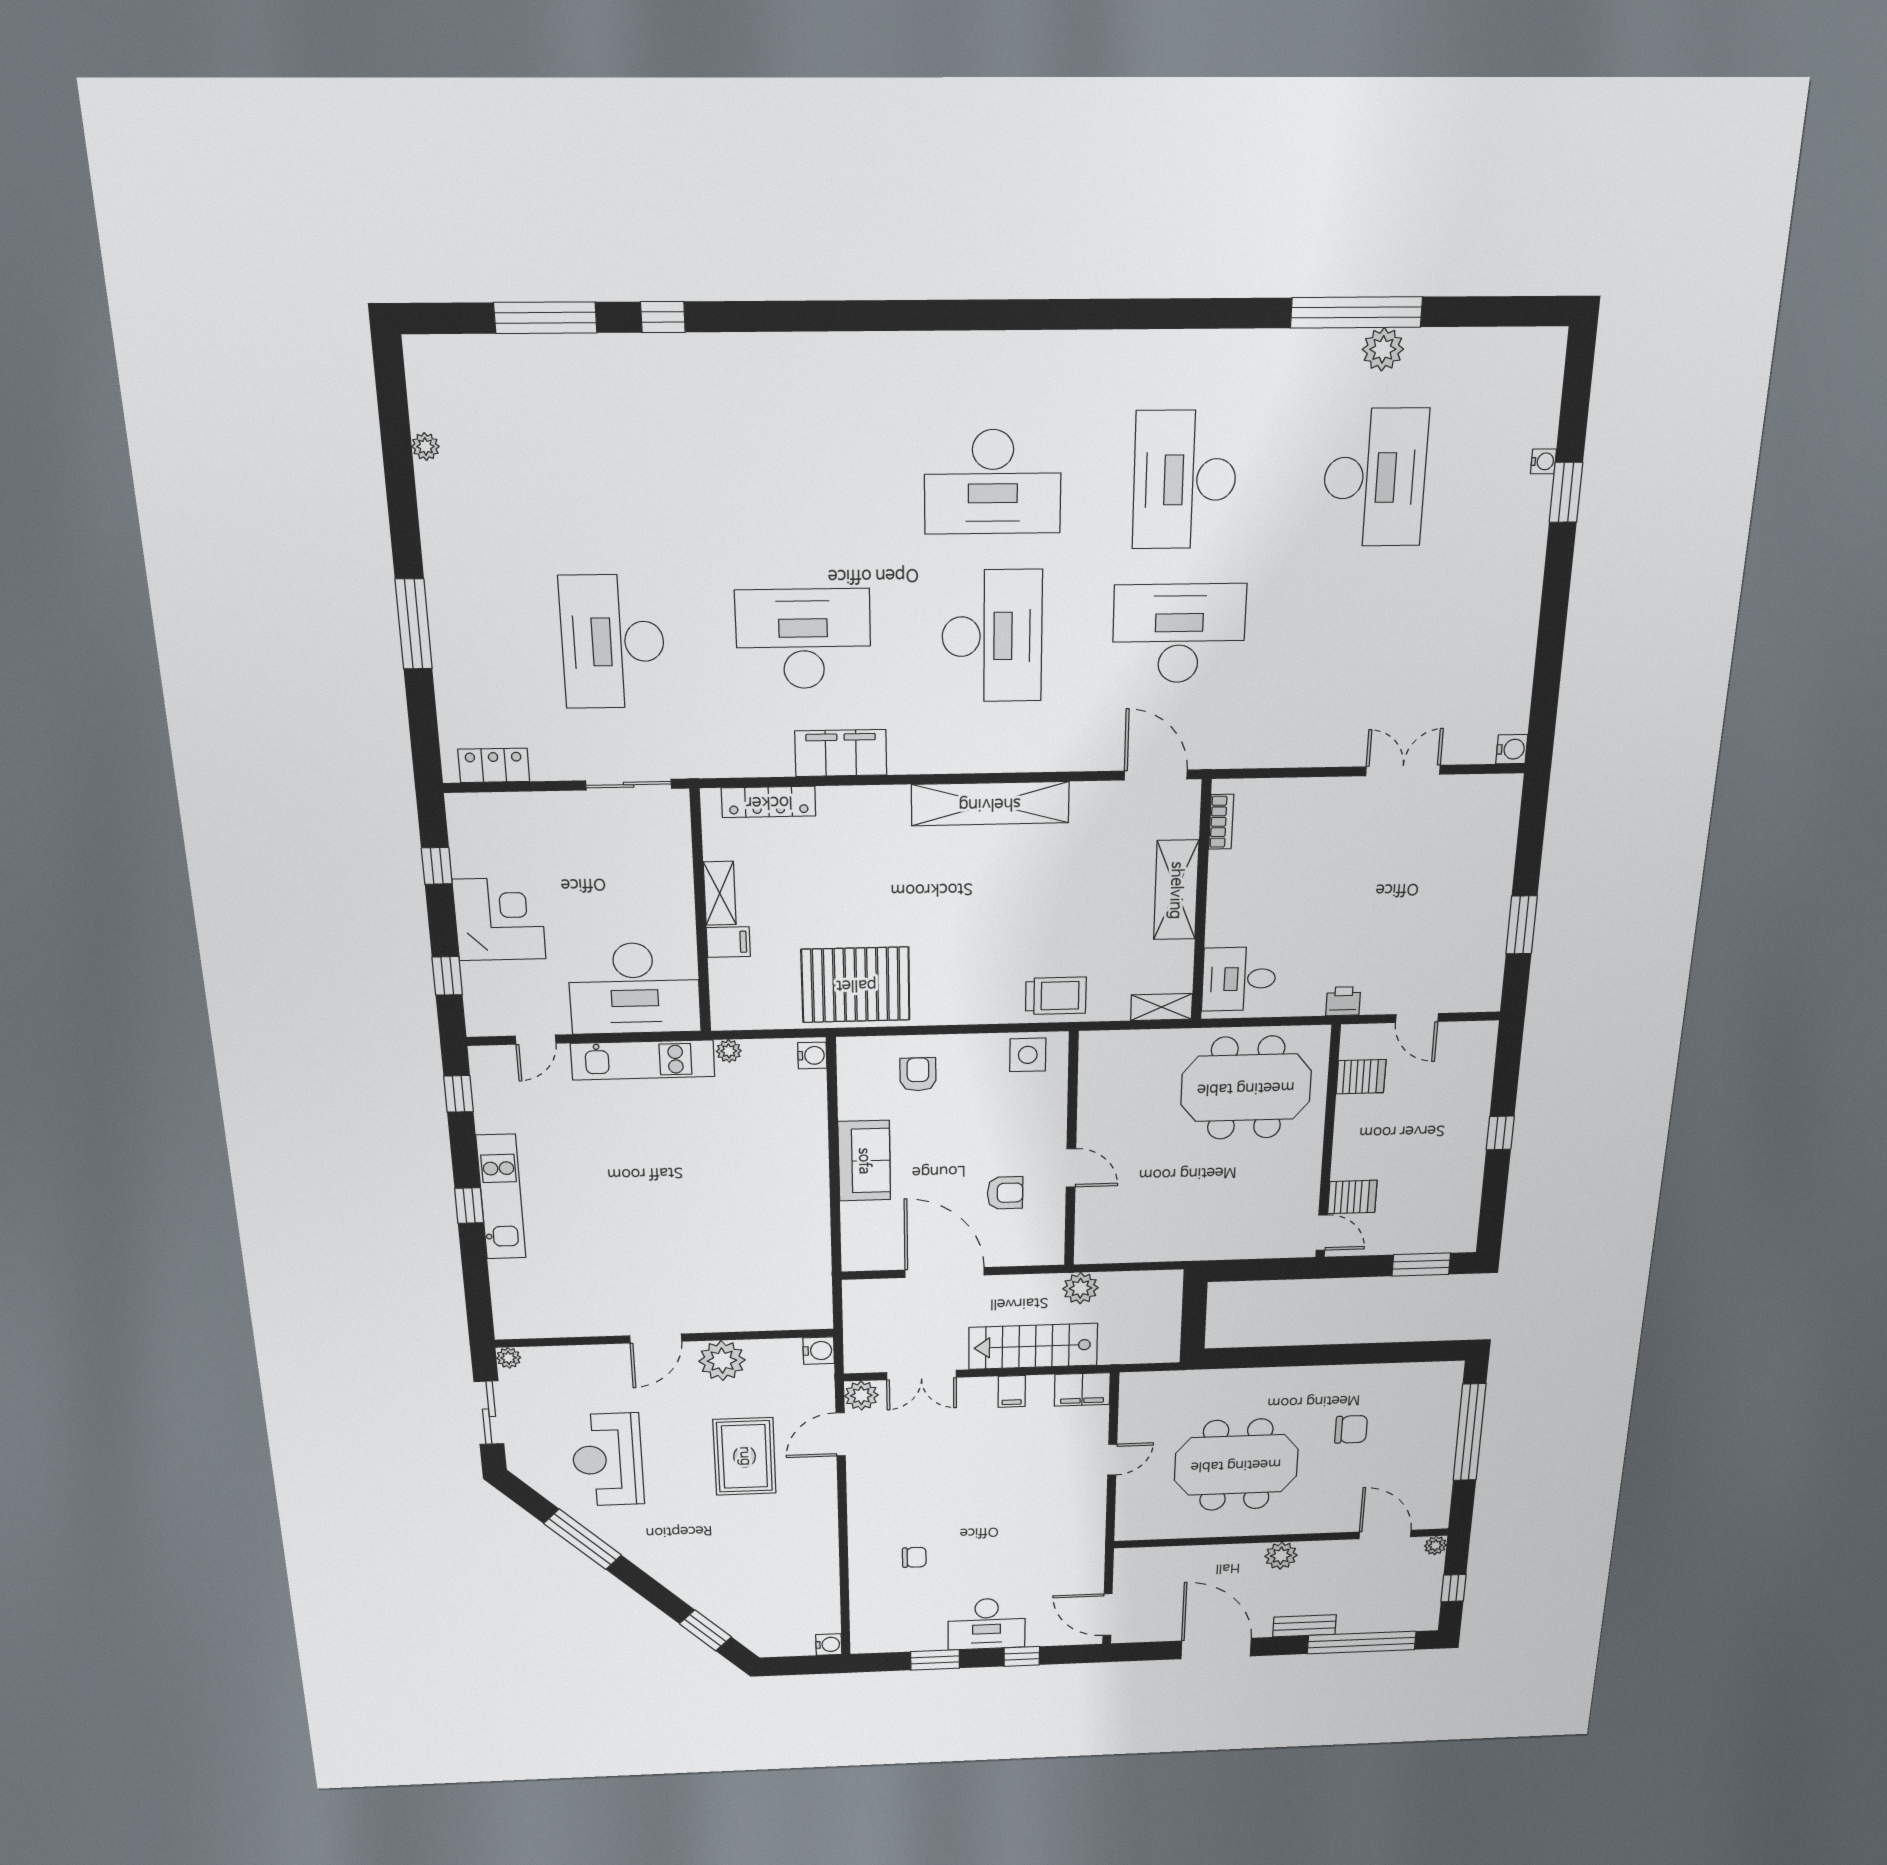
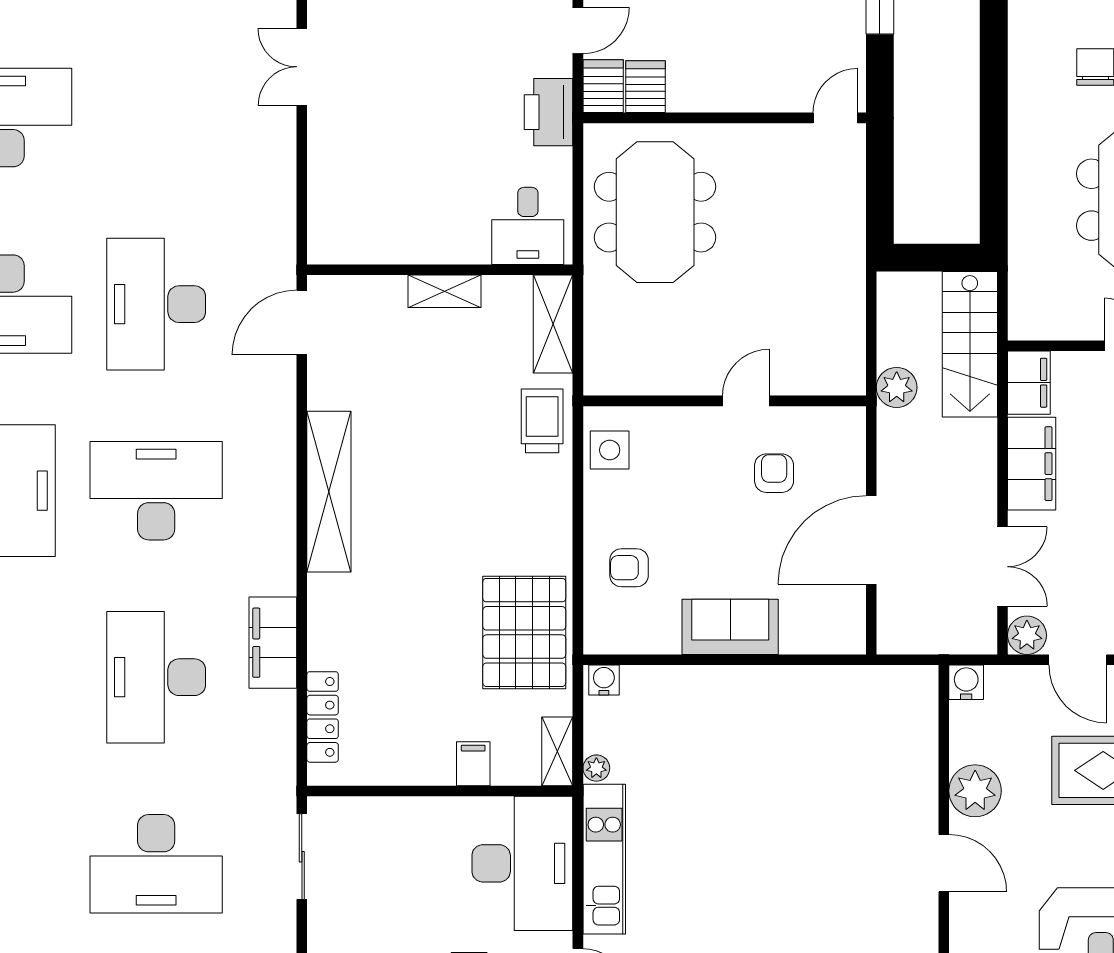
bookcase: (1221, 822) -> (353, 253), removed
shelving: (1176, 890) -> (445, 291), width x0.67, depth x0.75
shelving: (720, 893) -> (557, 751), moved, turned 90
printer: (1343, 1001) -> (549, 112), width x1.87, depth x1.48
shelving: (1161, 1007) -> (553, 324), width x1.50, depth x1.33
server rack: (1352, 1197) -> (603, 86), moved
stairs: (1033, 1346) -> (970, 344), moved
filing cabinet: (1012, 1391) -> (1032, 464), width x3.00, depth x1.17

